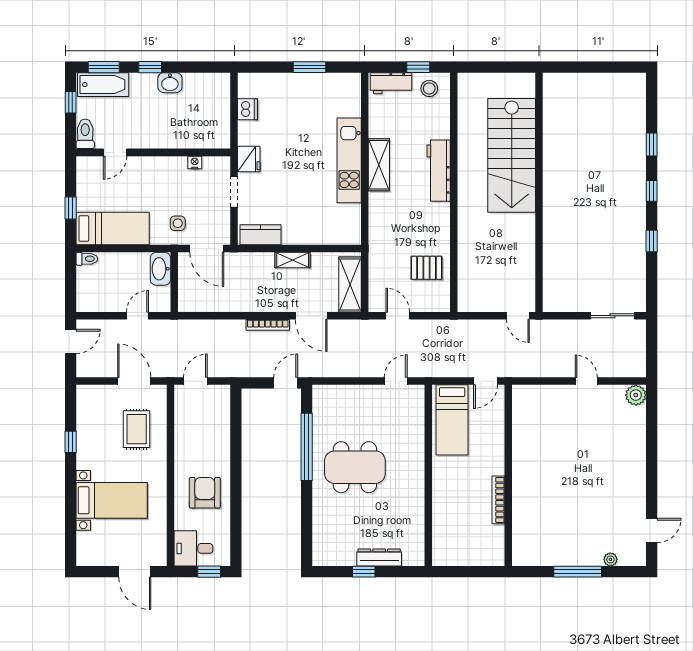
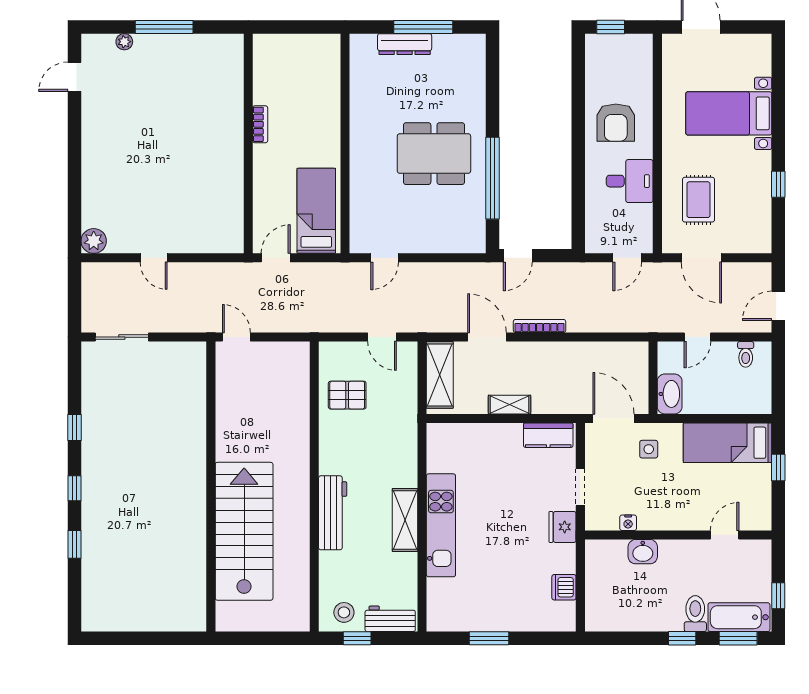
washbasin: (170, 83) -> (643, 552), moved, turned 180
toilet: (85, 134) -> (695, 614), moved, turned 180
toilet: (87, 259) -> (746, 354), moved, turned -90
bookcase: (498, 500) -> (260, 124), width x0.64
desk: (193, 548) -> (630, 181), moved
window: (364, 572) -> (423, 27), width x2.17

